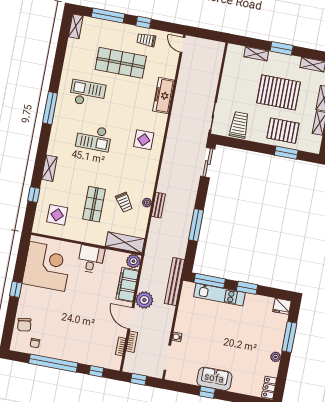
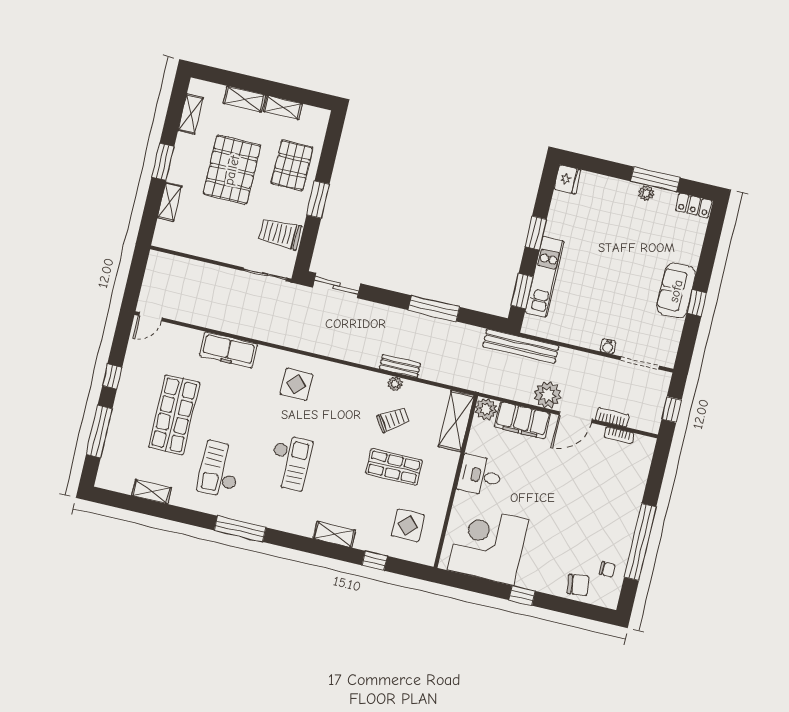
shelving: (76, 26) -> (152, 492), moved
trolley: (146, 40) -> (140, 373), removed
window: (286, 153) -> (318, 200), moved
window: (210, 281) -> (522, 291), width x0.69
window: (289, 337) -> (655, 179), moved
window: (96, 371) -> (656, 475), removed

